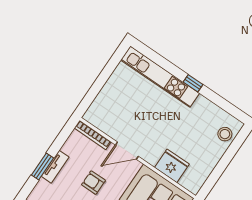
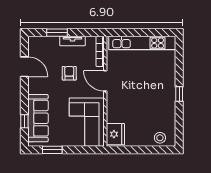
kitchen unit: (160, 77) -> (142, 43), moved, turned -90
fridge: (172, 166) -> (115, 134), moved
tv unit: (55, 167) -> (73, 41), moved

